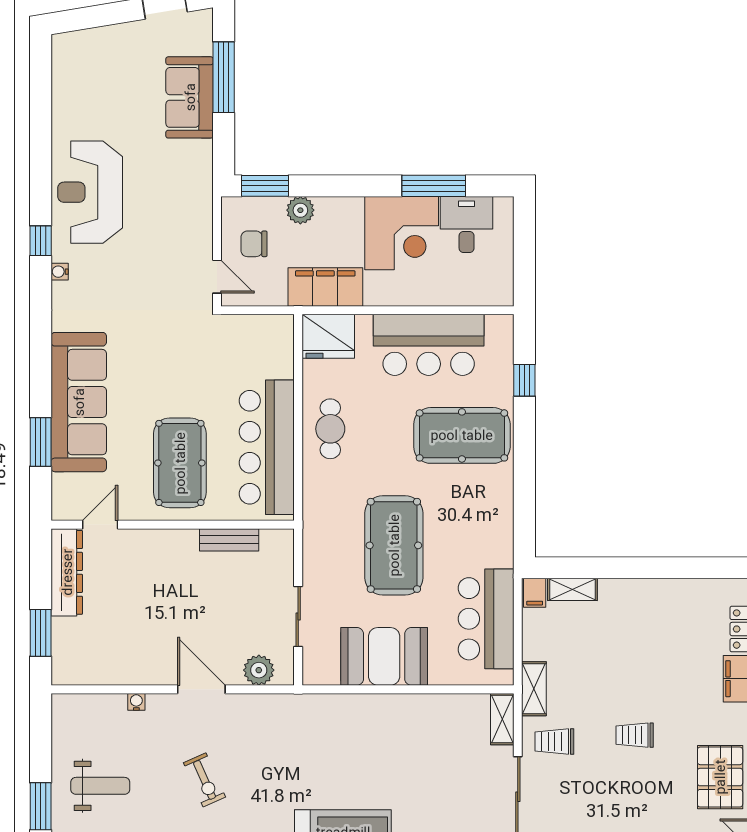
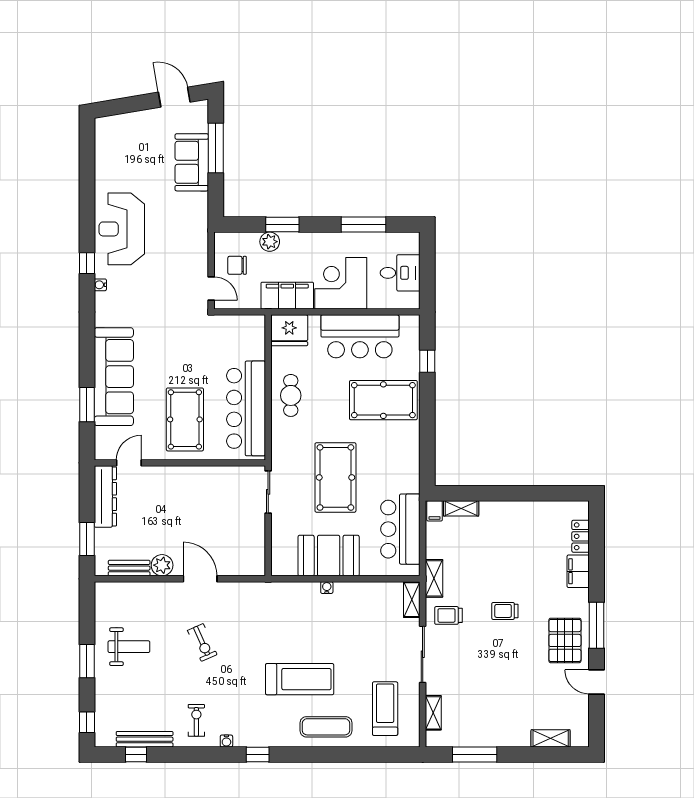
window: (265, 186) -> (282, 225), moved
desk: (467, 225) -> (400, 273), moved, turned 90
corner desk: (402, 233) -> (341, 283), moved, turned 180
bench: (229, 540) -> (129, 568), moved
sliding door: (298, 616) -> (268, 492), moved
plant: (259, 670) -> (162, 565), moved
water cooler: (136, 702) -> (327, 588), moved

